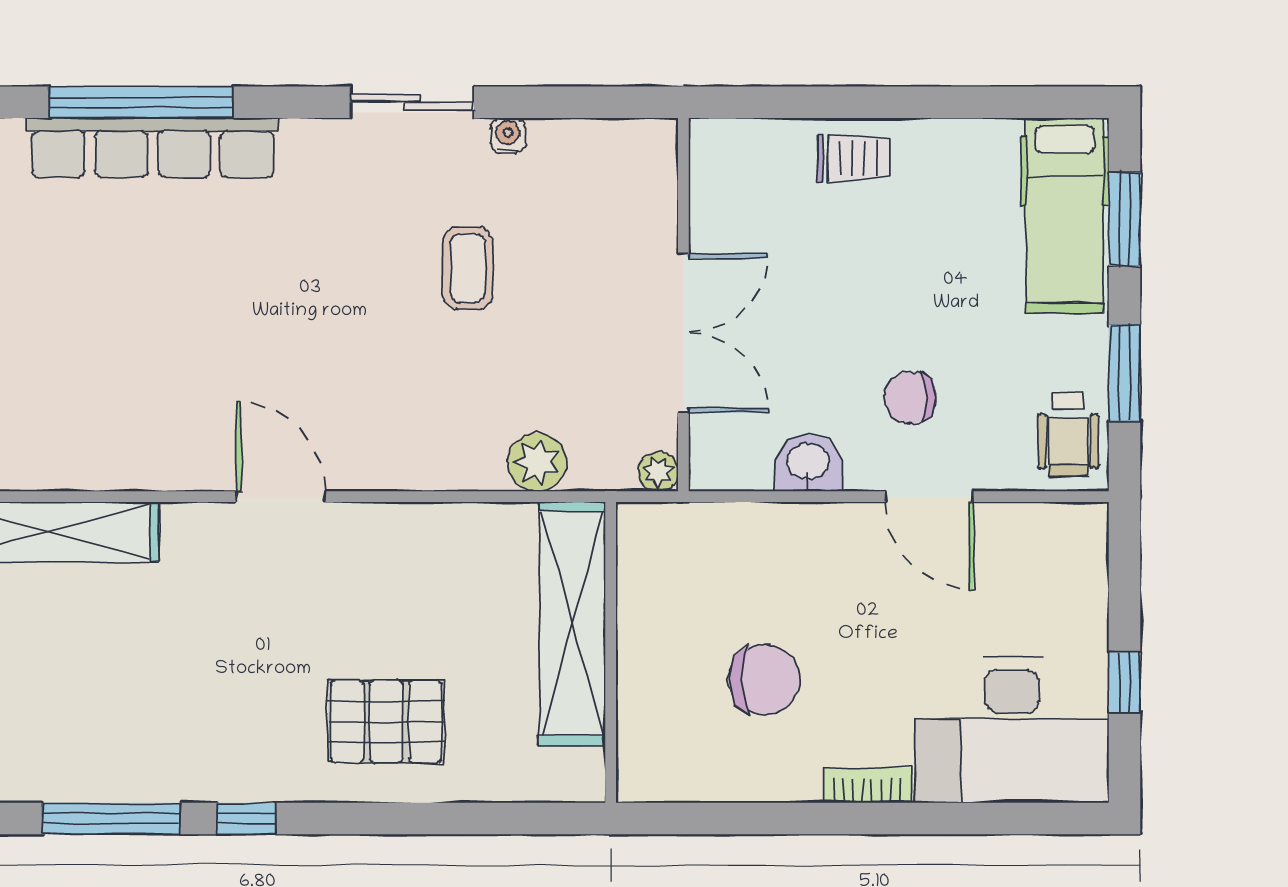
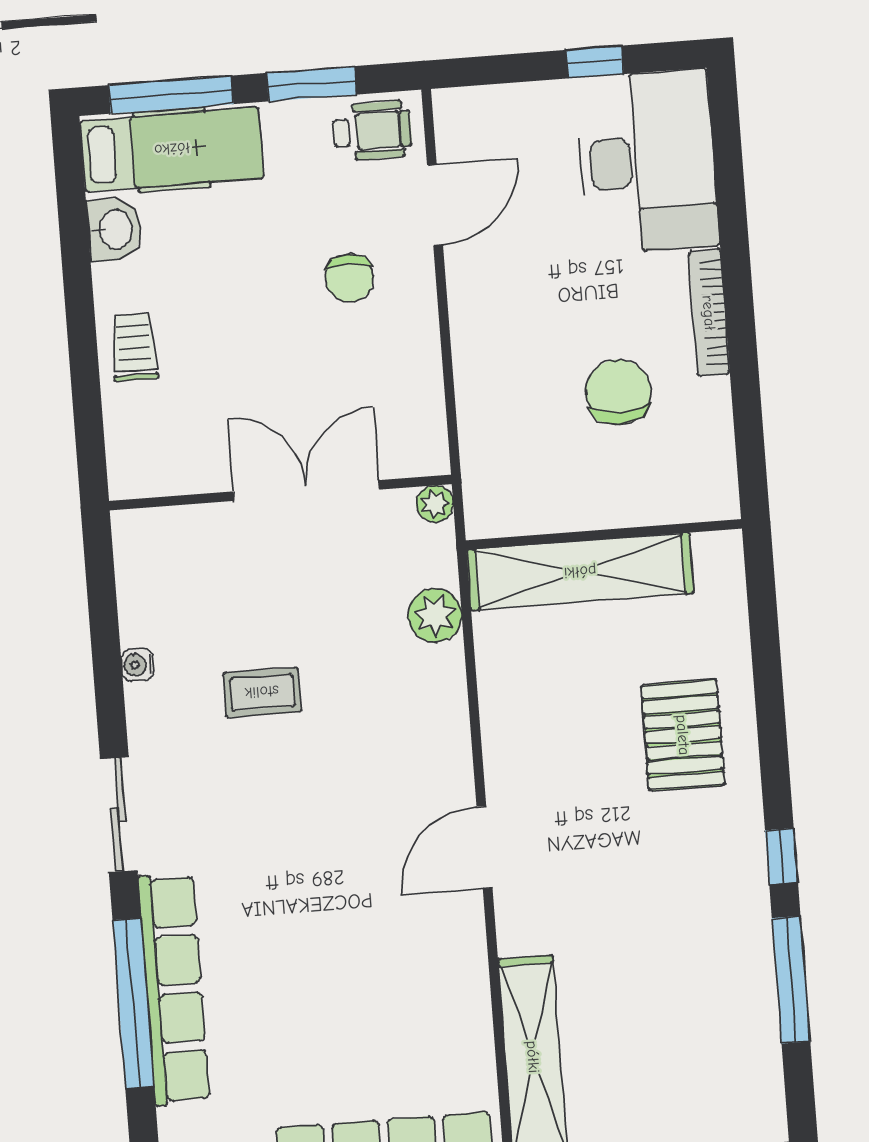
sliding door: (412, 102) -> (119, 815), moved
window: (1124, 219) -> (171, 95), width x1.44
washbasin: (808, 463) -> (114, 229), moved, turned 180
door: (929, 497) -> (435, 205), moved
bookcase: (867, 785) -> (709, 313), width x1.56

